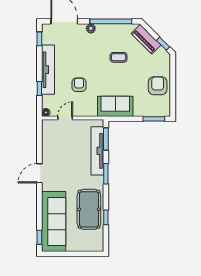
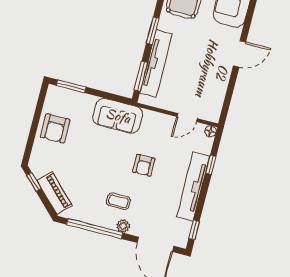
coffee table: (119, 57) -> (118, 201), moved
armchair: (79, 85) -> (144, 165), moved

